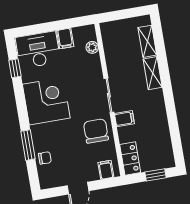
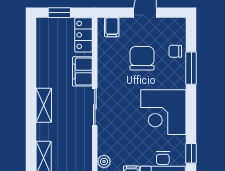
shelving: (153, 73) -> (44, 105), moved
filing cabinet: (124, 119) -> (82, 71), width x2.00
chair: (96, 131) -> (142, 58), moved, turned 180

